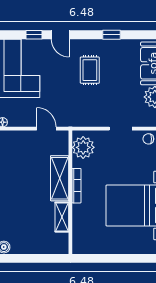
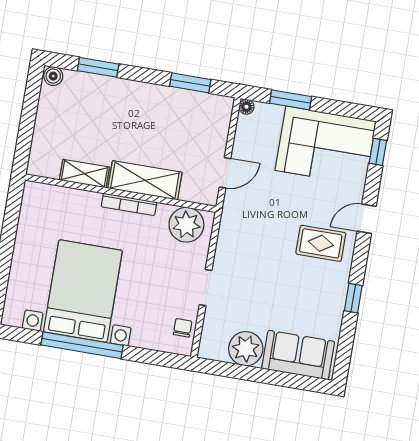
window: (34, 35) -> (378, 152), moved
rug: (90, 70) -> (321, 243), moved

